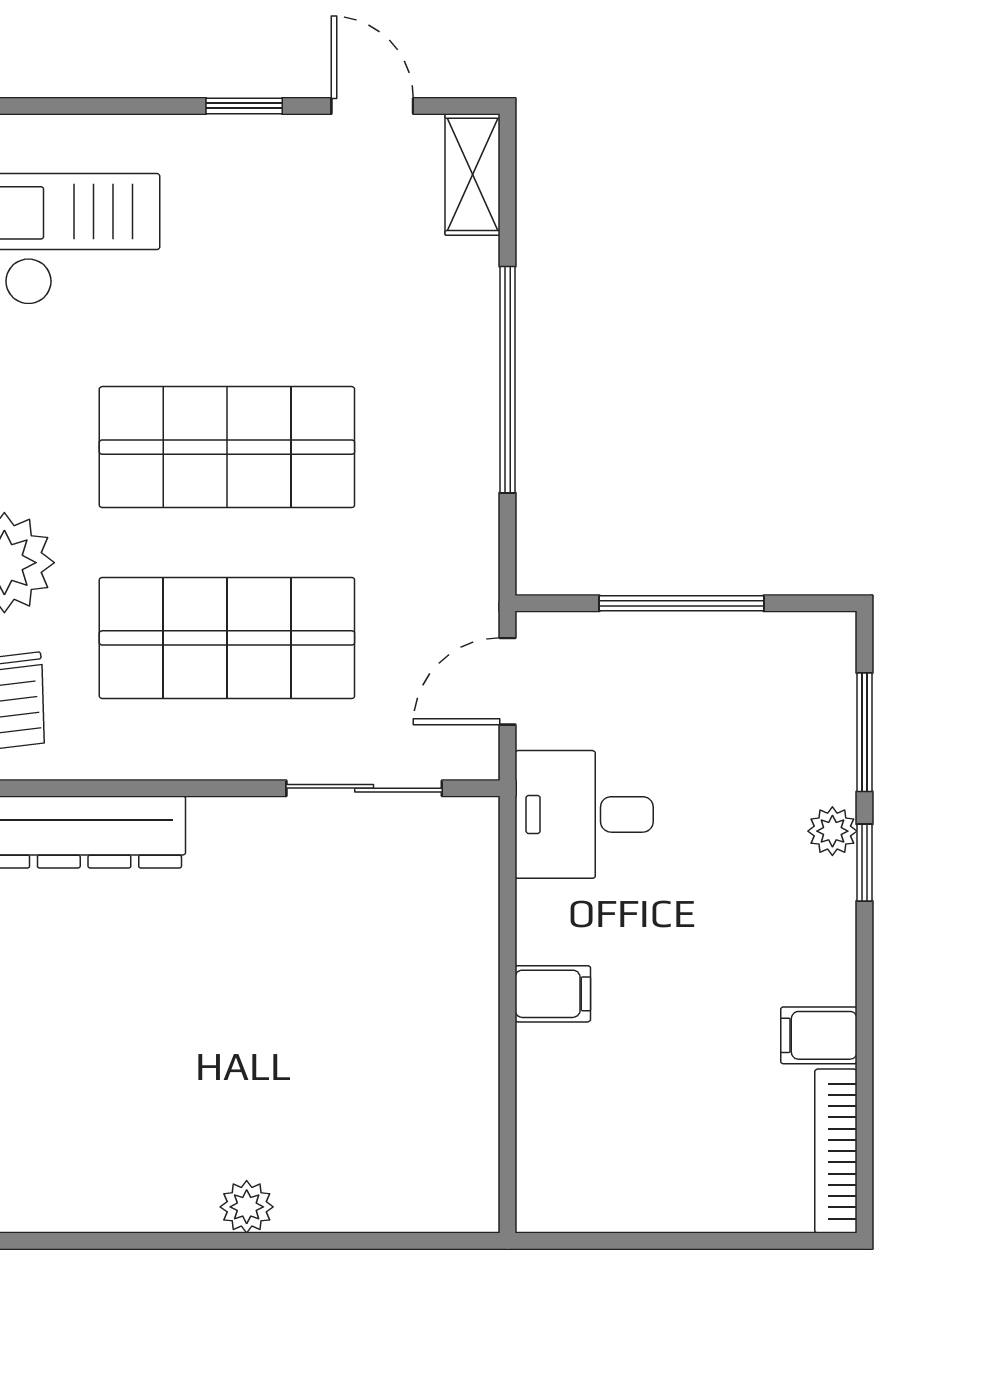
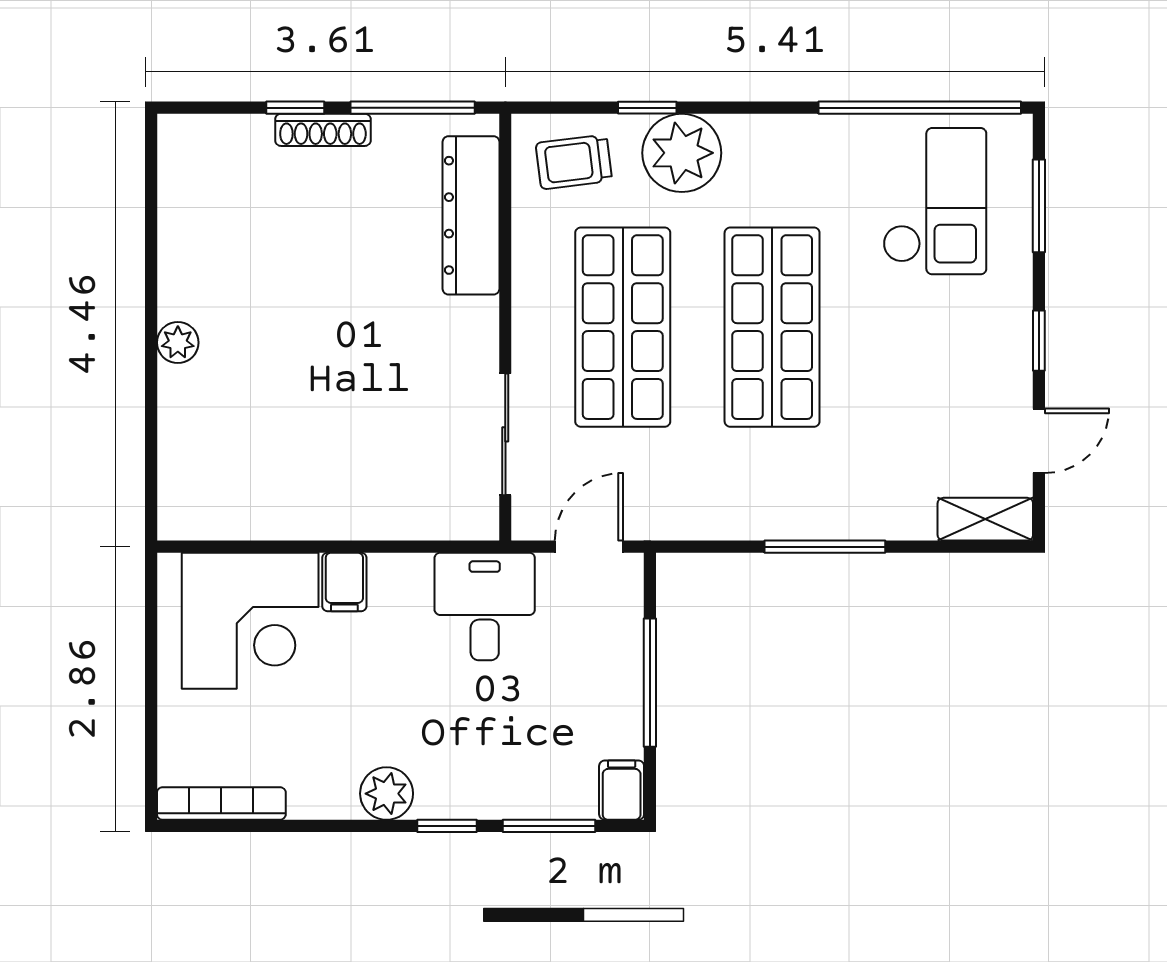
window: (72, 106) -> (1039, 206), added
window: (508, 380) -> (825, 547), width x0.68
door: (508, 681) -> (589, 547), hinge flipped
plant: (832, 831) -> (387, 794), moved, width x1.38, depth x1.38
filing cabinet: (819, 1035) -> (622, 790), moved
corner desk: (602, 1114) -> (250, 621), added

